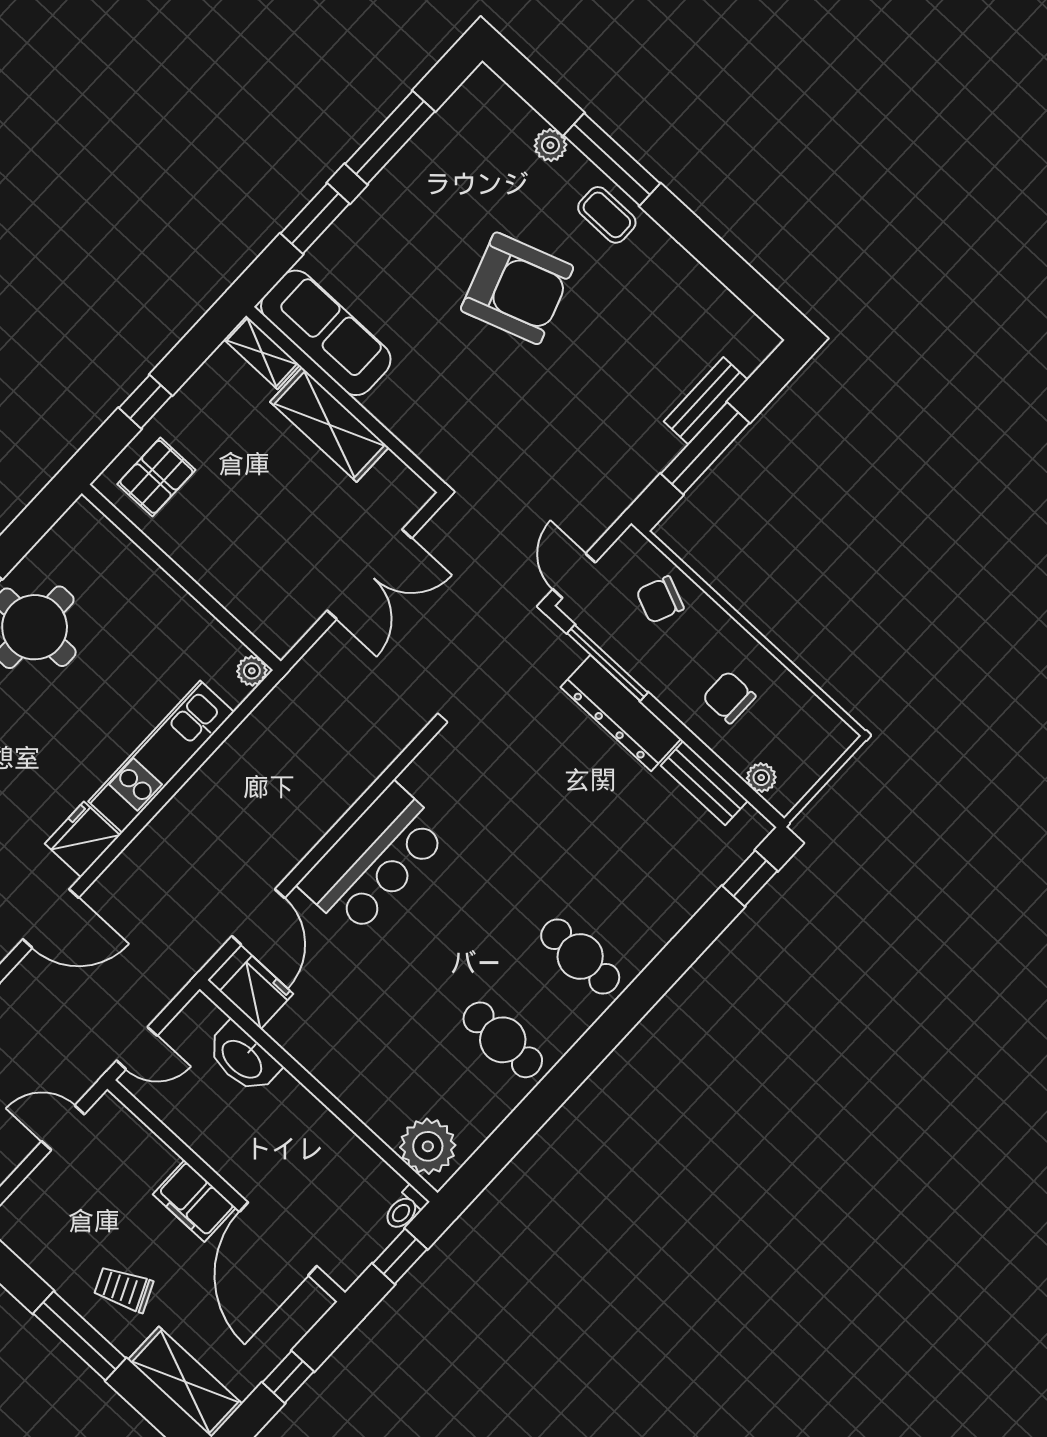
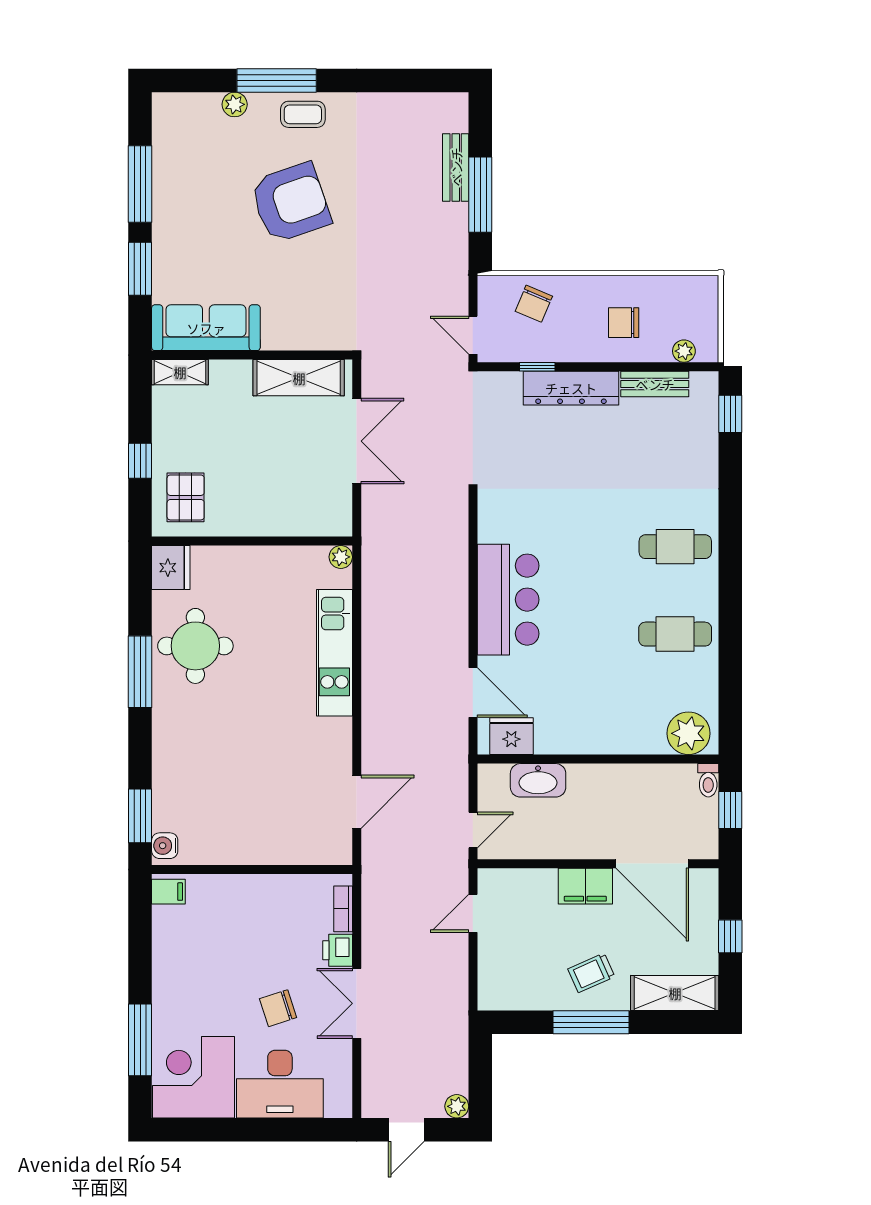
shelving: (329, 425) -> (299, 378), moved
window: (607, 663) -> (537, 367), width x0.46
fridge: (82, 839) -> (171, 568), moved, turned 180

